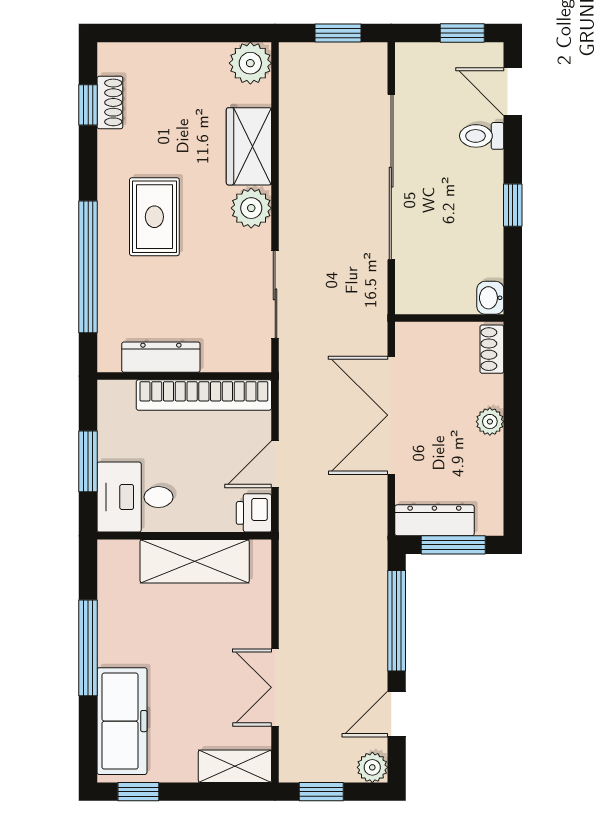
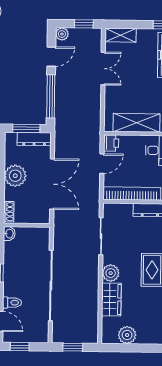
plant: (250, 63) -> (127, 335), moved
plant: (490, 422) -> (15, 176), width x1.88, depth x1.88

